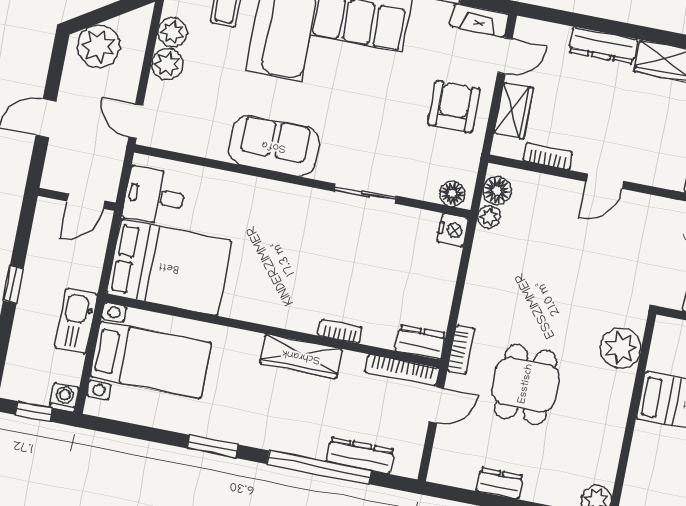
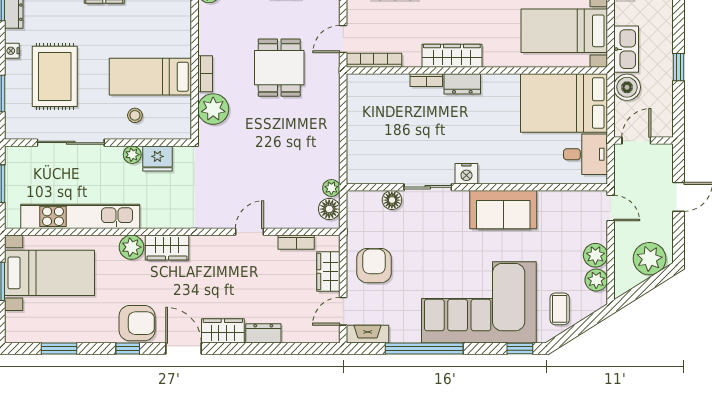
dresser: (603, 46) -> (263, 333), width x0.70
armchair: (454, 107) -> (374, 266), turned 180
floor lamp: (452, 194) -> (392, 200), moved
nightstand: (453, 230) -> (466, 174), moved, turned -90
boiler: (84, 272) -> (627, 87), added
dresser: (420, 342) -> (462, 84), moved
bookcase: (461, 350) -> (205, 74), moved, turned 180

